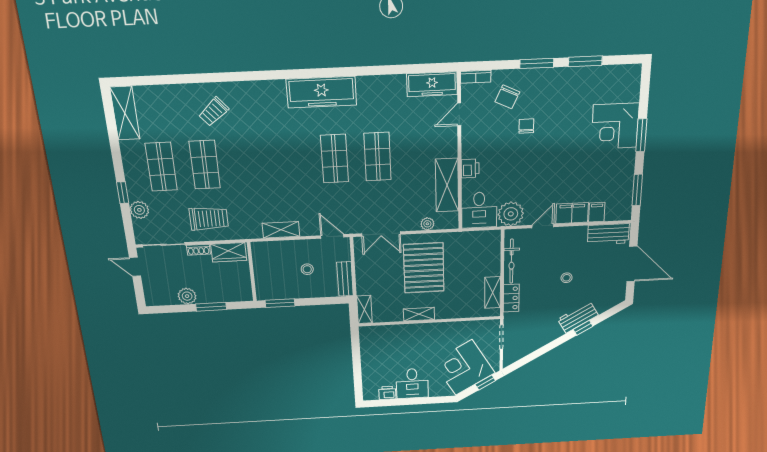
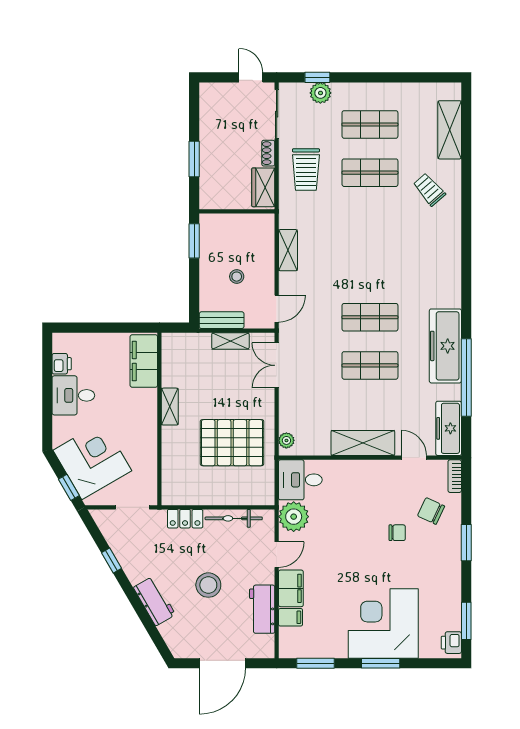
window: (585, 61) -> (466, 621), moved
window: (385, 70) -> (466, 377), added
freezer: (321, 92) -> (445, 346), moved
shelving: (125, 113) -> (450, 130), moved, turned 90
corner desk: (615, 126) -> (383, 623), width x1.36, depth x1.36
printer: (470, 169) -> (451, 643), moved, turned 90
shelving: (447, 185) -> (363, 443), moved
window: (123, 193) -> (317, 77), moved
plant: (427, 224) -> (286, 440), moved
door: (543, 226) -> (277, 555), hinge flipped
workbench: (608, 234) -> (262, 609), moved
door: (135, 267) -> (251, 77), hinge flipped
pallet: (424, 268) -> (232, 443), moved
stool: (567, 278) -> (208, 585), width x1.89, depth x1.89
shelving: (493, 293) -> (194, 496), removed
plant: (187, 296) -> (210, 132), removed
shelving: (364, 309) -> (230, 341), moved
window: (583, 328) -> (112, 560), moved
filing cabinet: (382, 335) -> (144, 361), added

